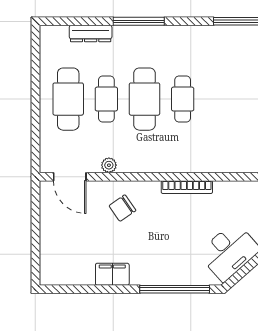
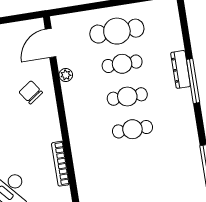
dresser: (91, 34) -> (181, 69), moved
cafe table: (144, 99) -> (127, 96), width x0.73, depth x0.74
bookcase: (187, 187) -> (61, 164), moved

